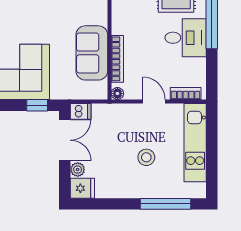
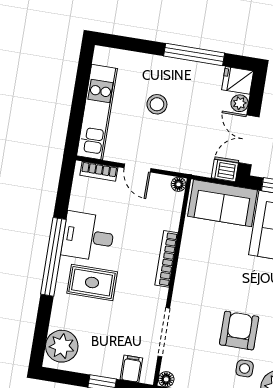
sofa: (92, 53) -> (223, 203), moved, turned 90
bookcase: (117, 59) -> (166, 259), moved
window: (166, 204) -> (194, 55), moved

